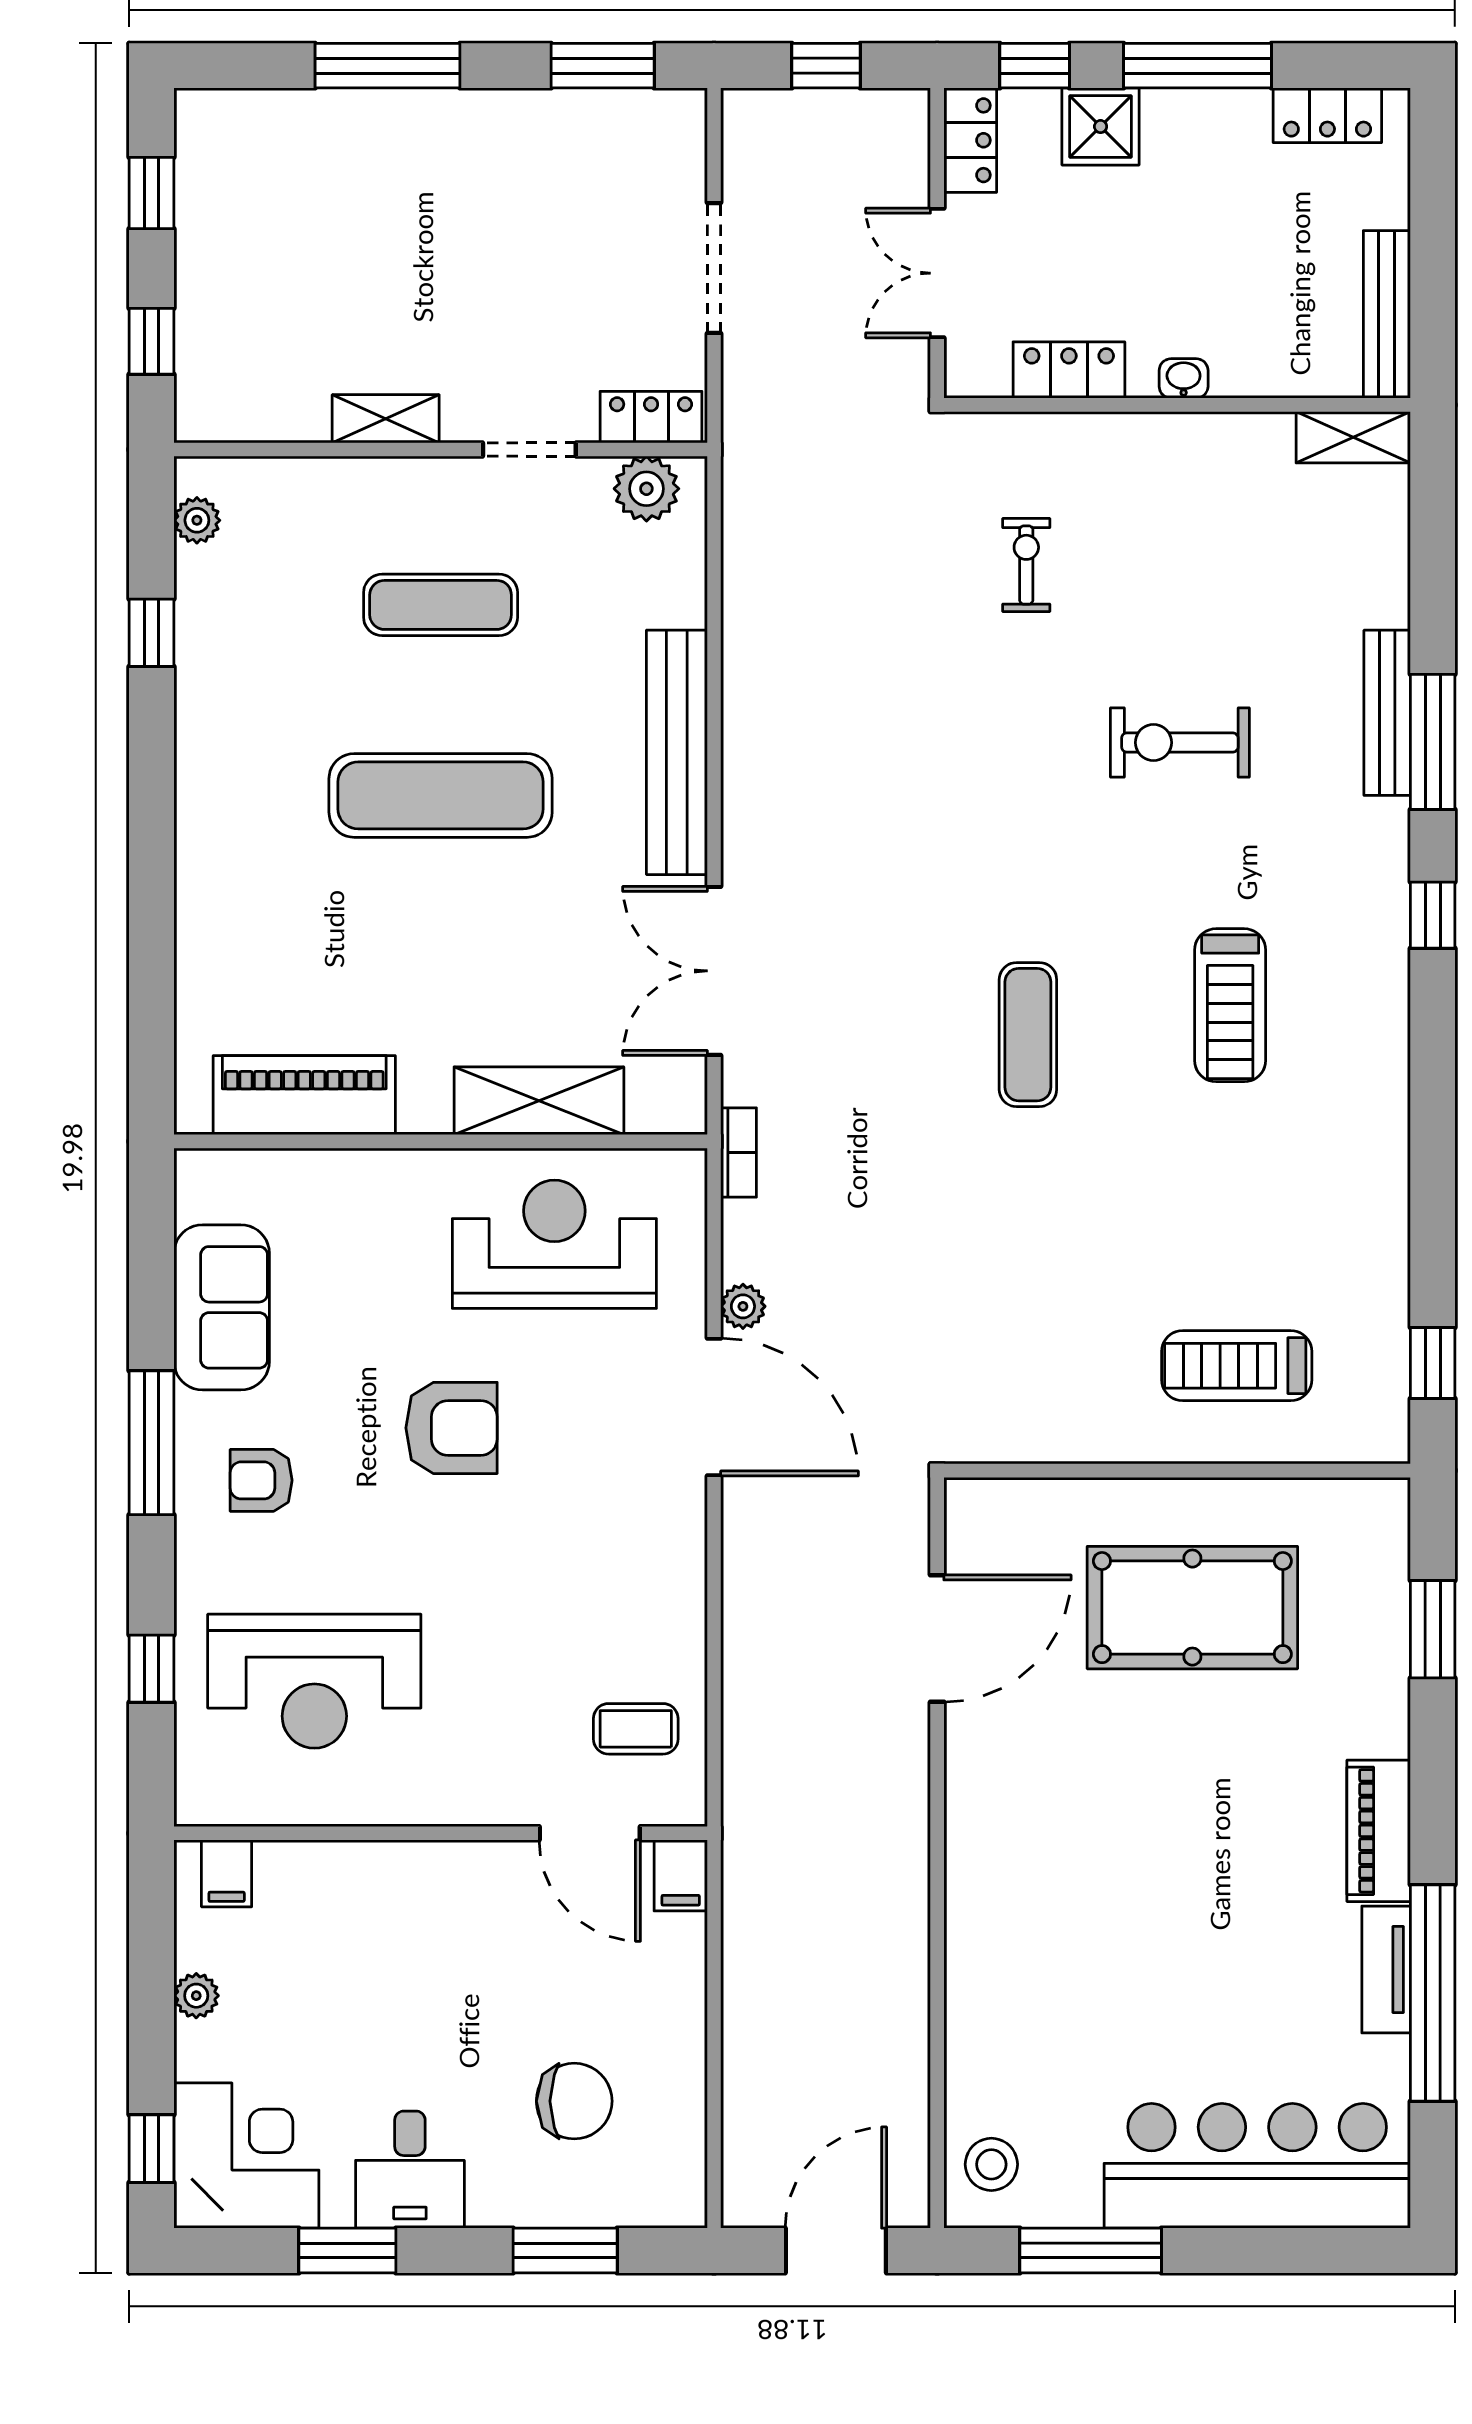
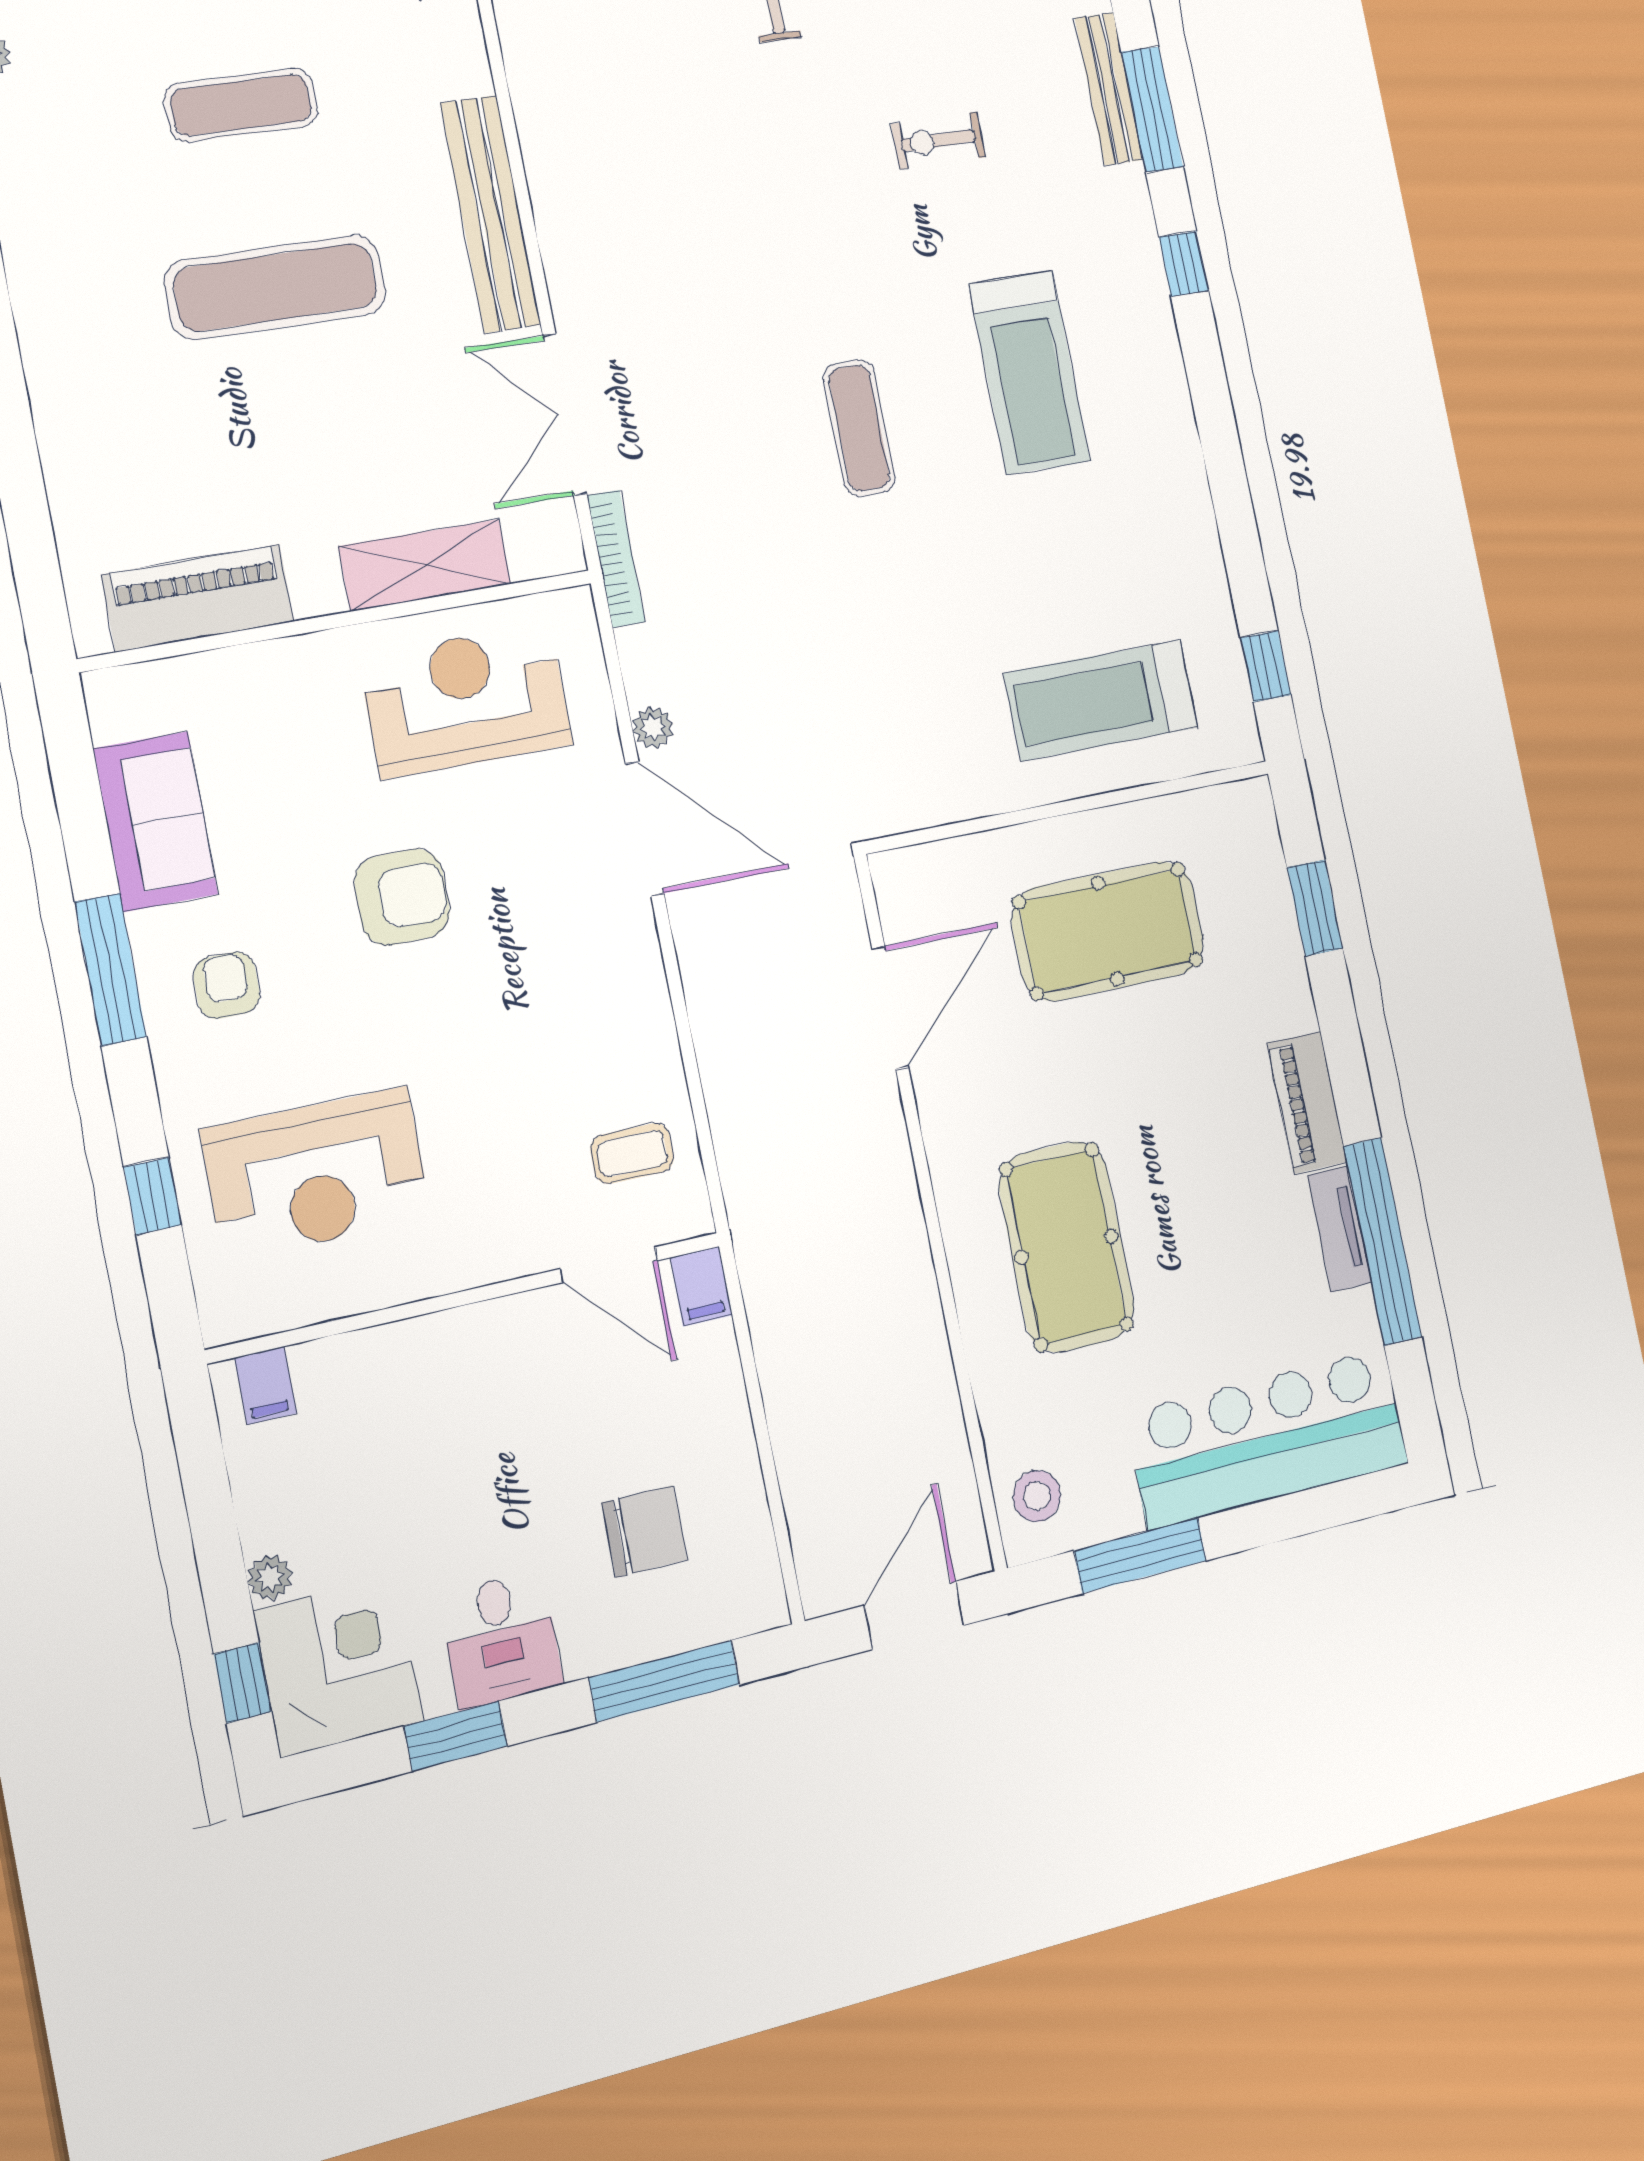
exercise bike: (1180, 743) -> (938, 140), width x0.73, depth x0.72
treadmill: (1230, 1005) -> (1029, 372), width x1.37, depth x1.38
bookcase: (739, 1153) -> (616, 559), width x1.56
treadmill: (1237, 1366) -> (1101, 700), width x1.37, depth x1.38
armchair: (261, 1480) -> (227, 985), turned 90
pool table: (1077, 1921) -> (1067, 1247), added
plant: (196, 1996) -> (270, 1577), moved
window: (565, 2251) -> (664, 1681), width x1.44

